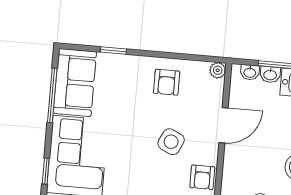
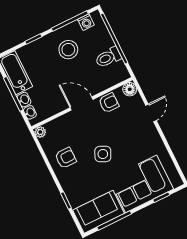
door: (223, 125) -> (82, 104), moved
side table: (171, 142) -> (103, 154), moved

